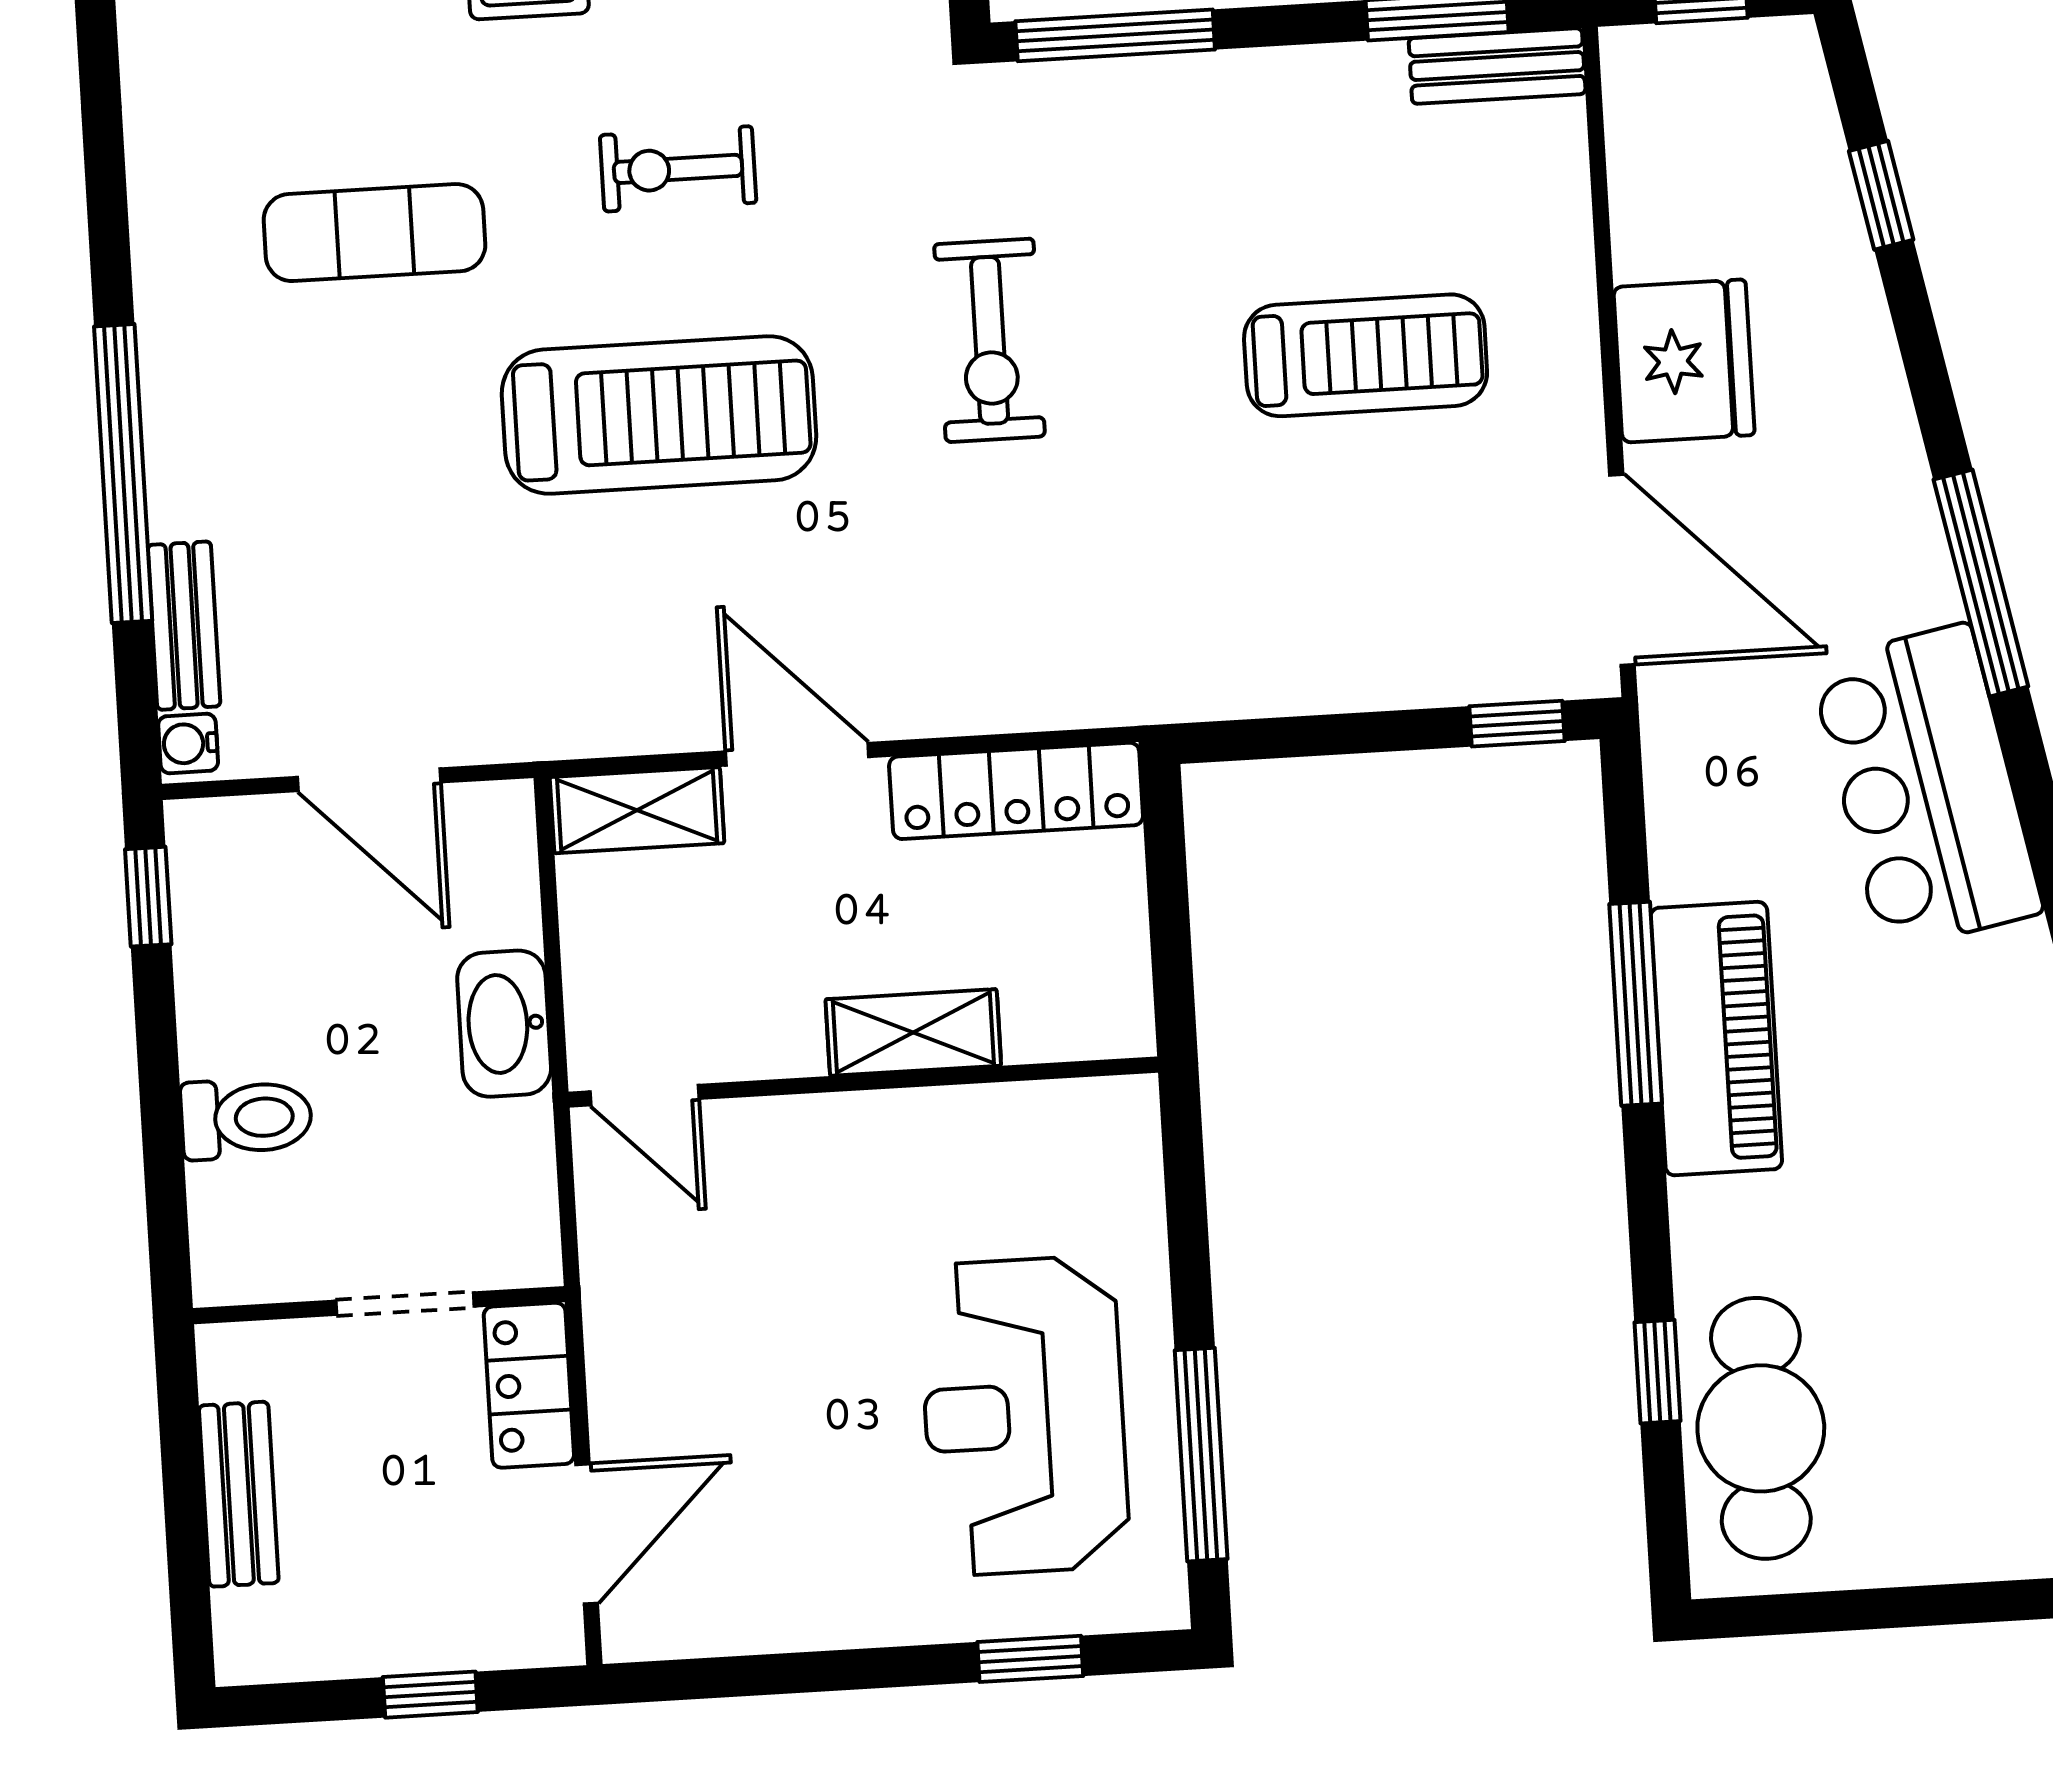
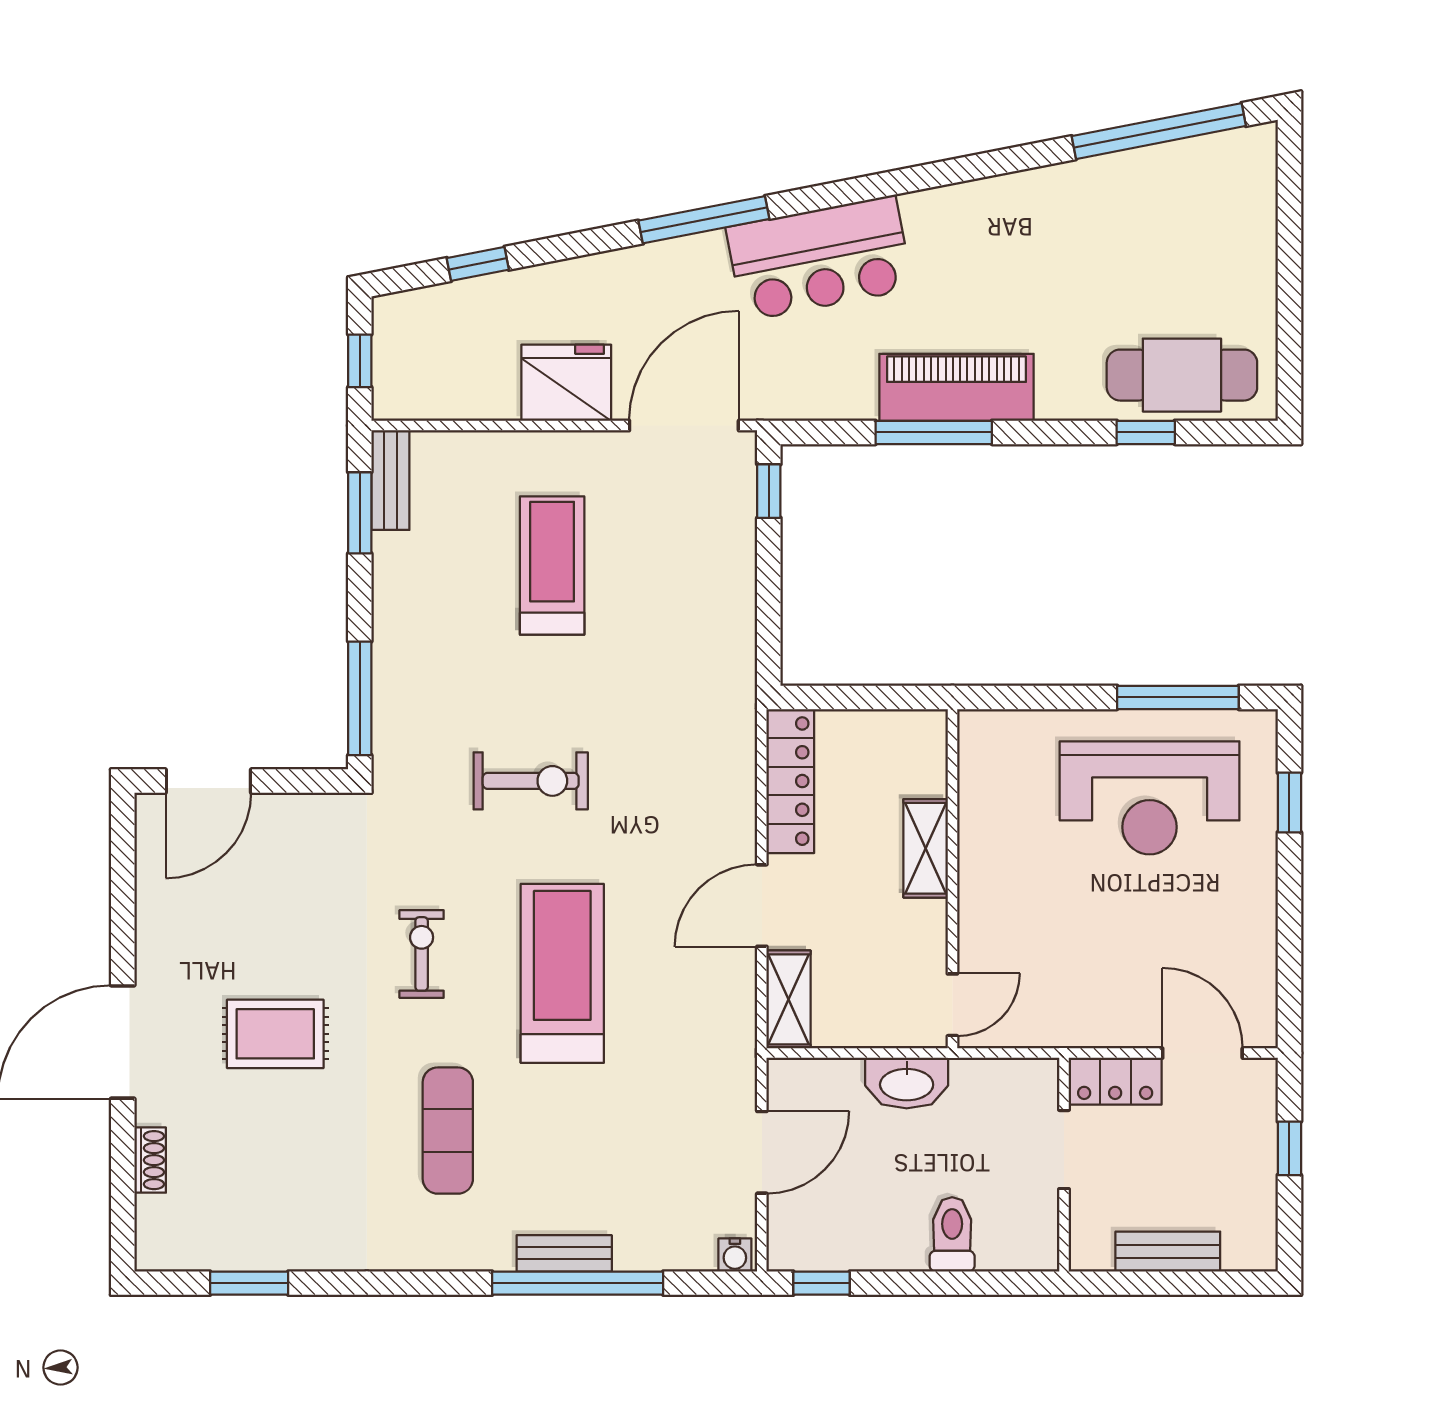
exercise bike: (678, 169) -> (422, 954), turned 180
bench: (184, 626) -> (564, 1253), moved

